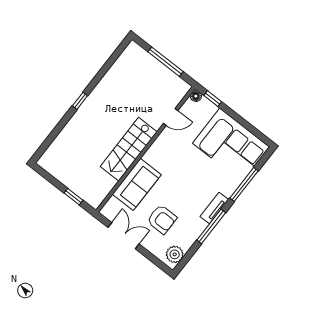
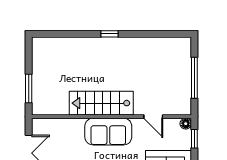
sofa: (137, 184) -> (108, 132), moved
window: (73, 197) -> (29, 89), width x1.50

